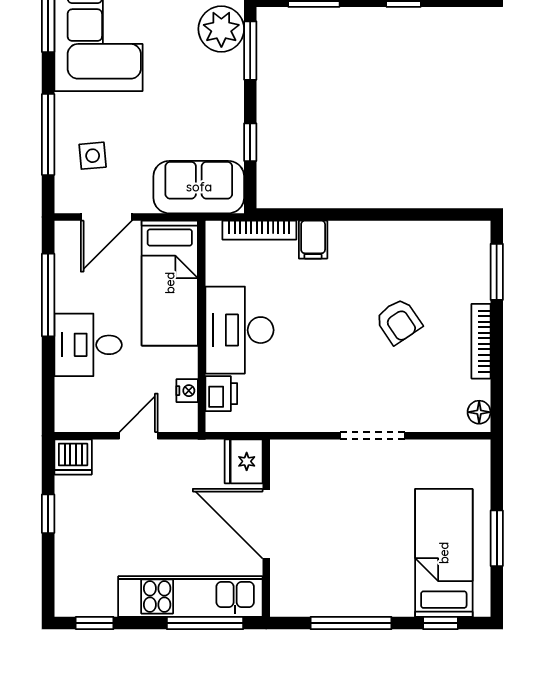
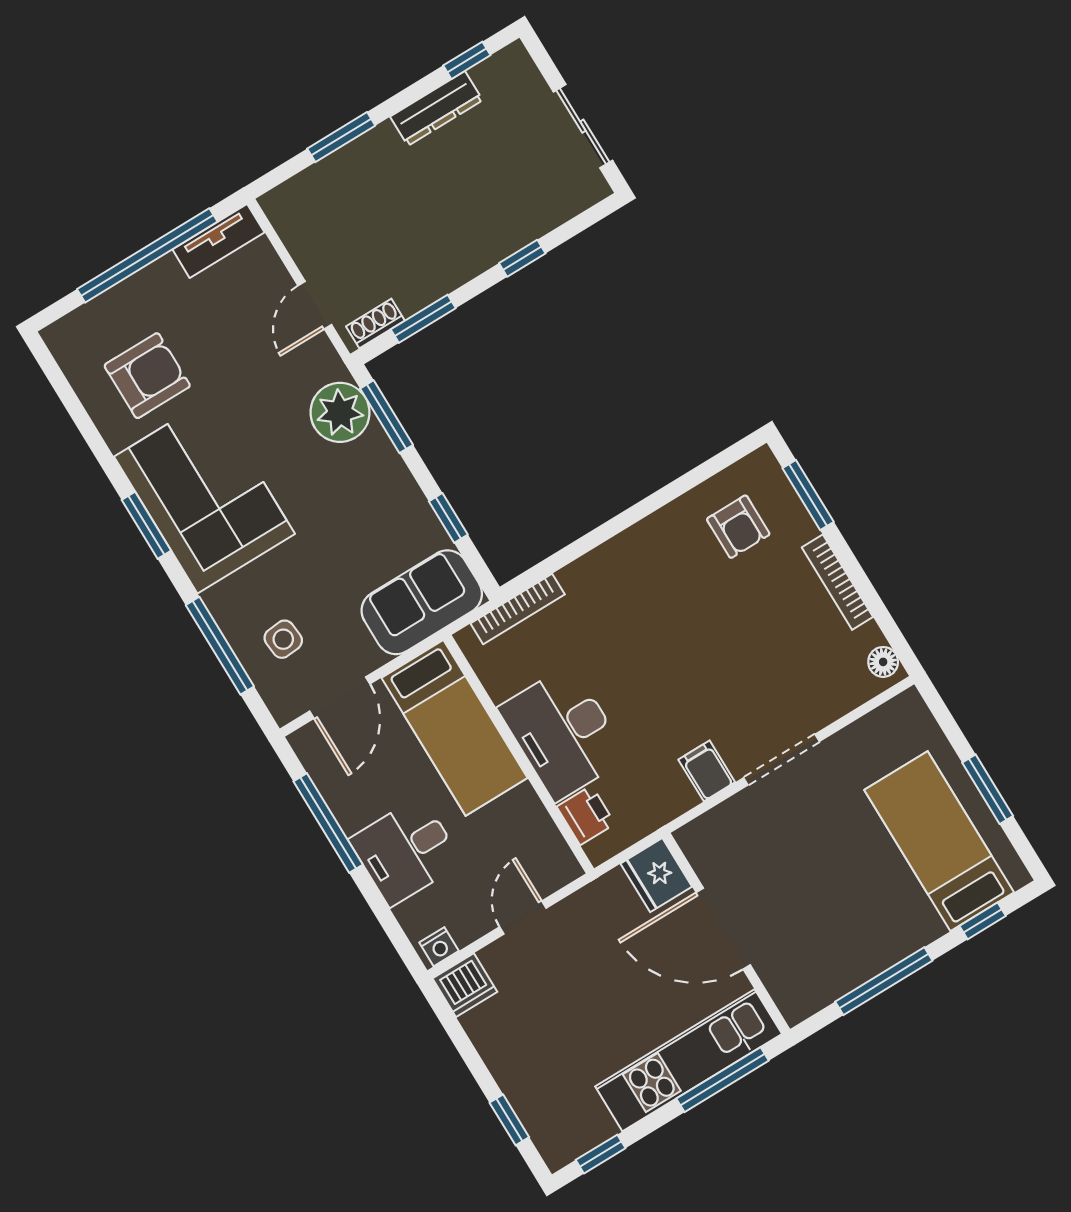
filing cabinet: (313, 240) -> (707, 771), moved, turned 180
armchair: (399, 321) -> (738, 527), moved, turned 34
nightstand: (187, 391) -> (439, 947), moved, turned 90
window: (48, 514) -> (509, 1120), moved

